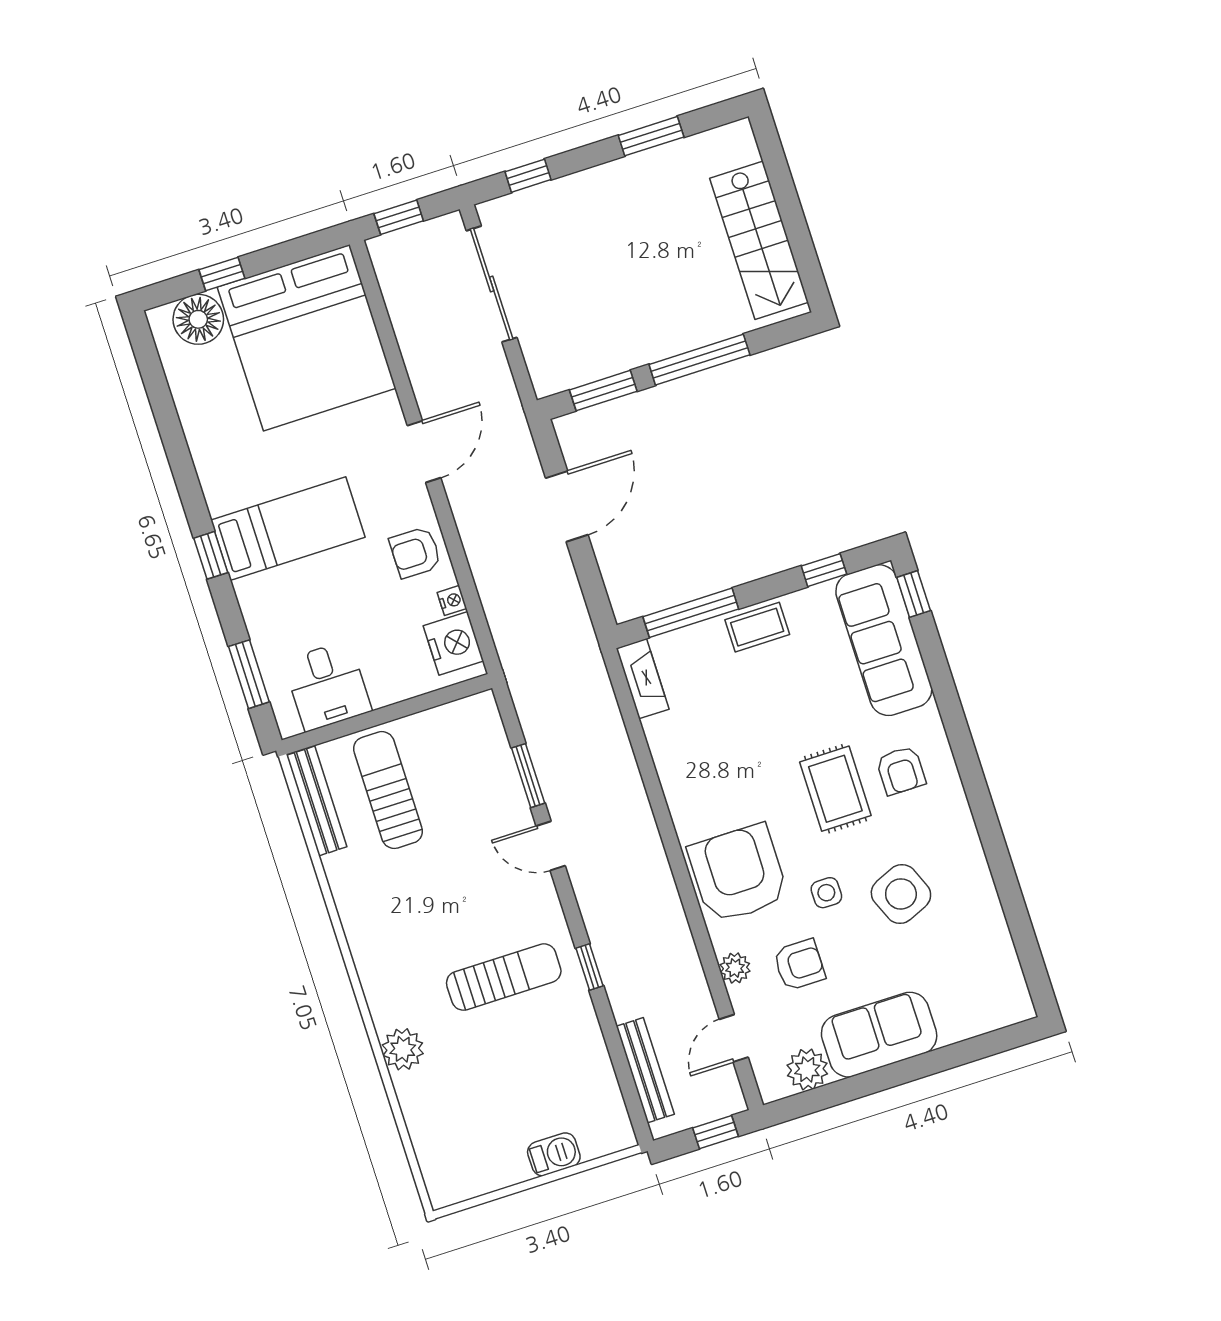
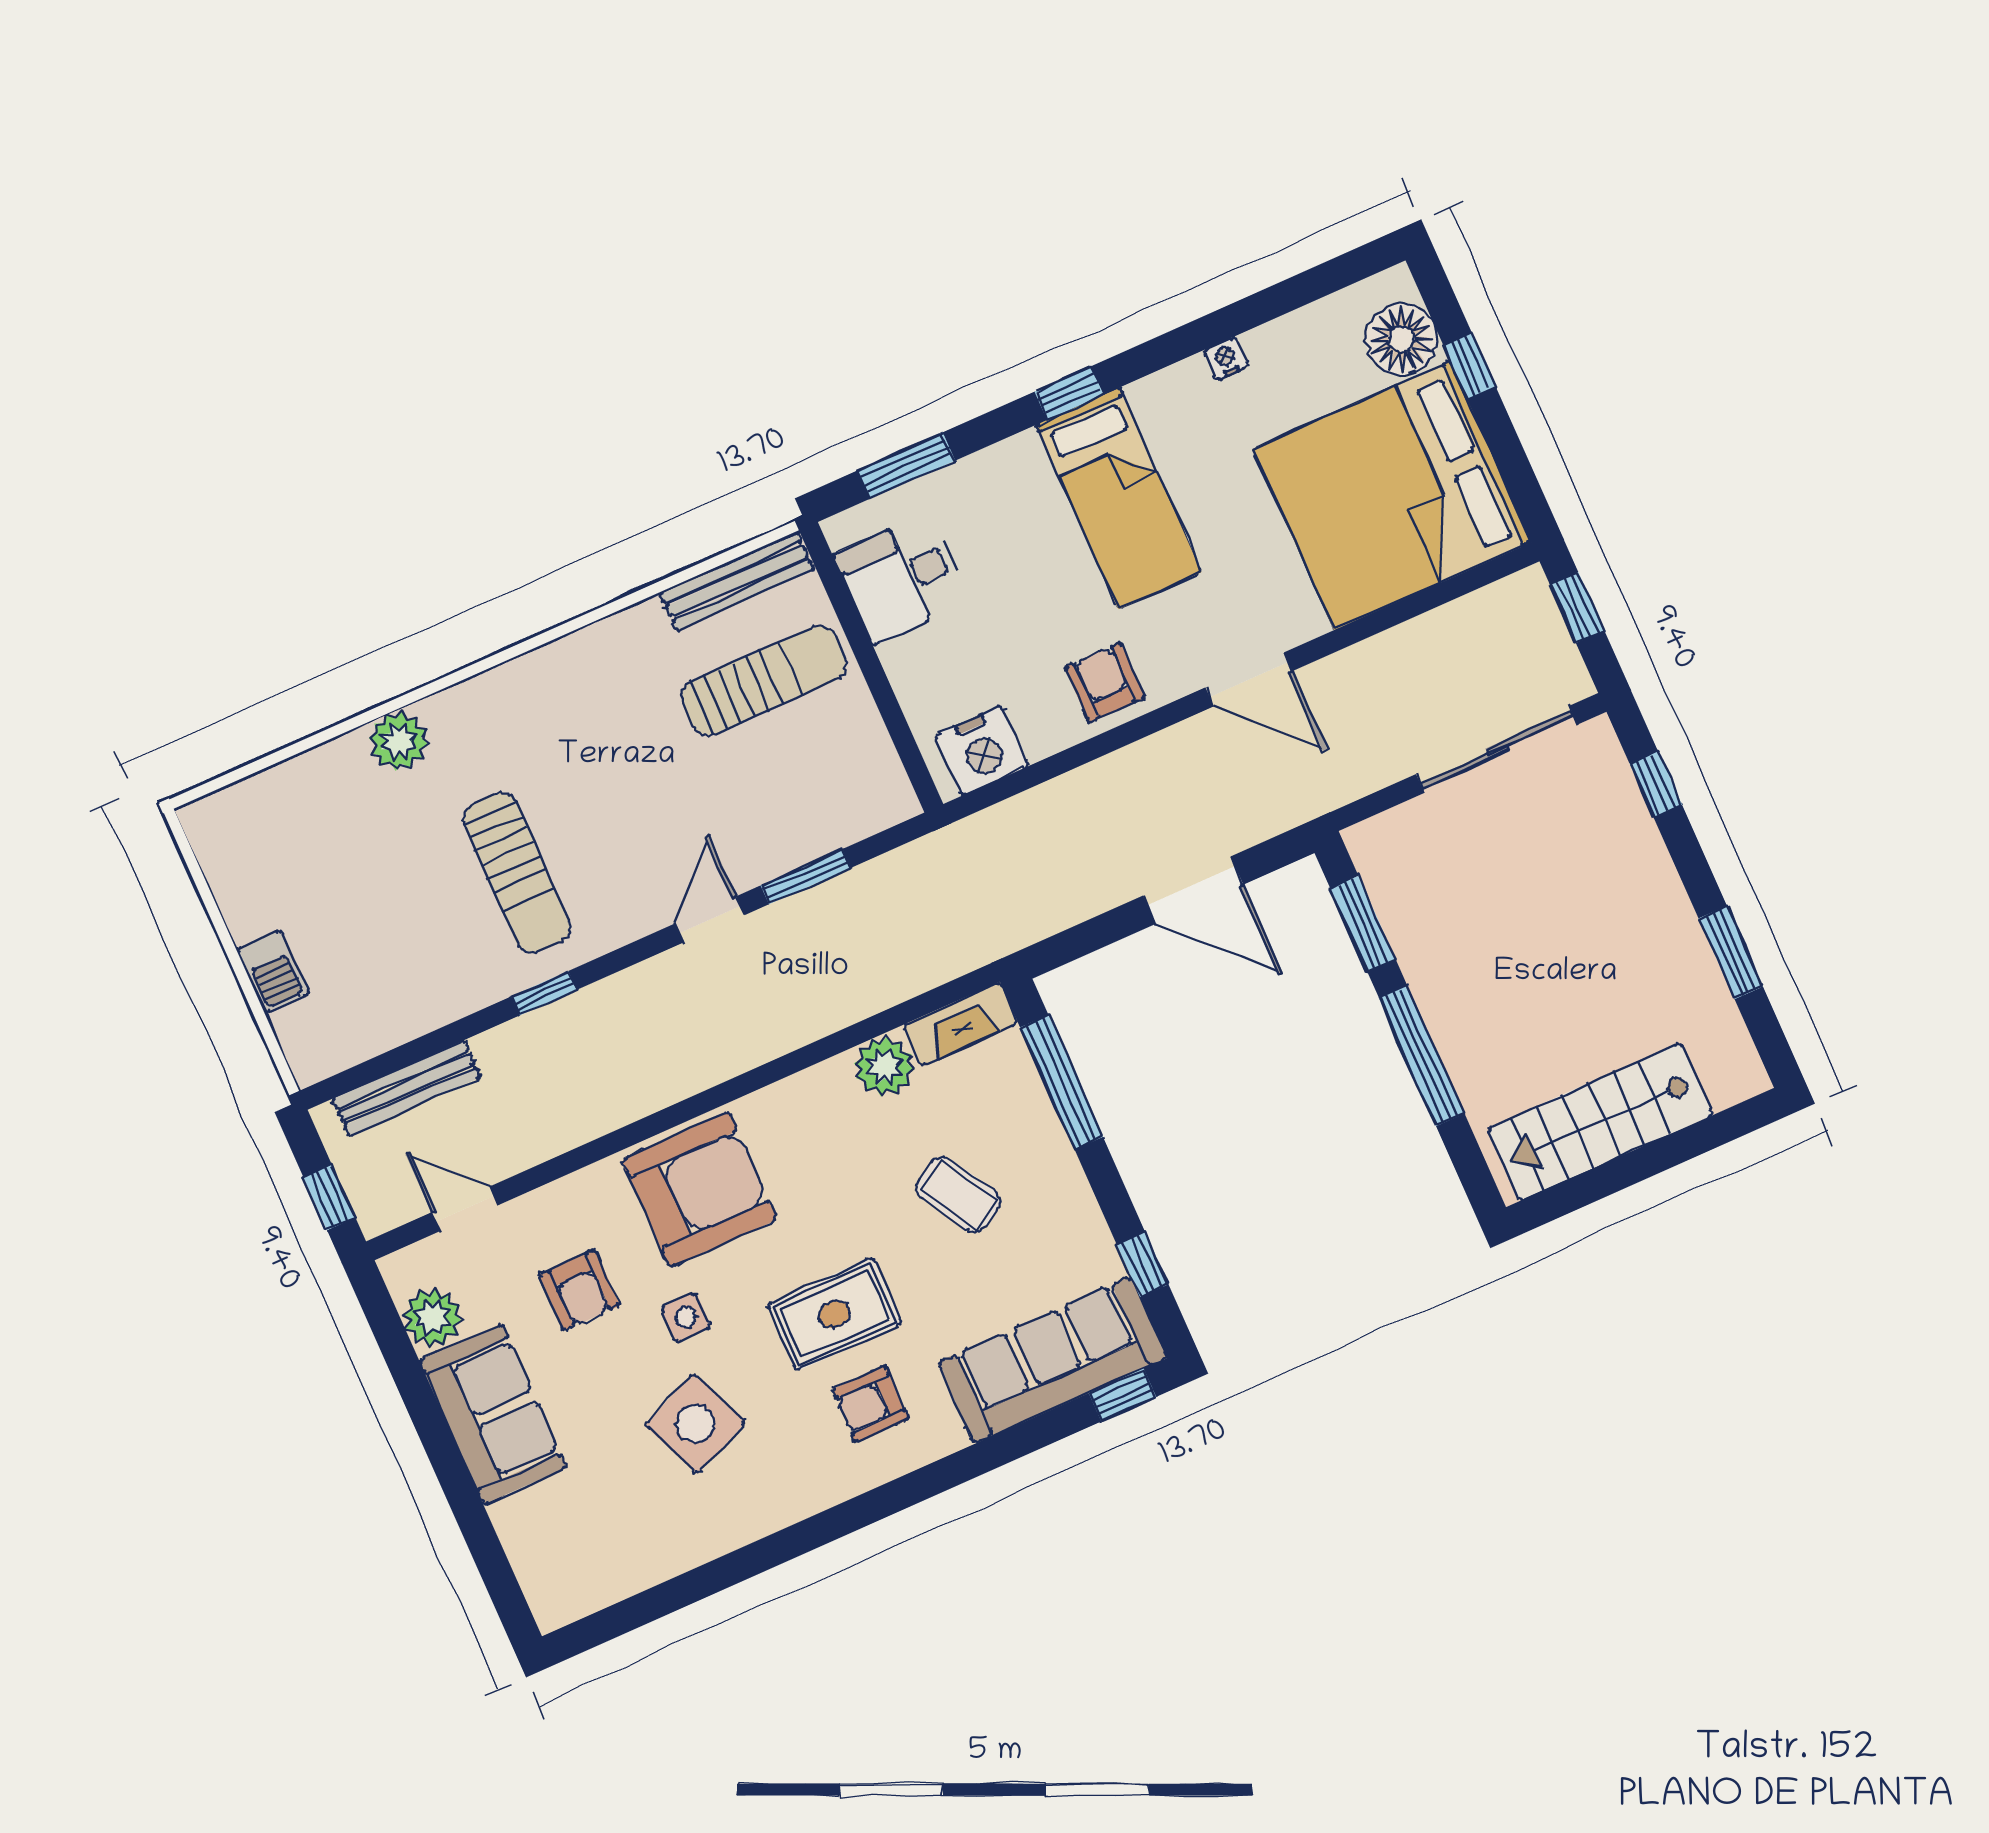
nightstand: (452, 600) -> (1226, 358), moved, turned 180
coffee table: (757, 627) -> (958, 1195), moved, turned -31
plant: (735, 968) -> (884, 1066), moved, width x1.38, depth x1.38

